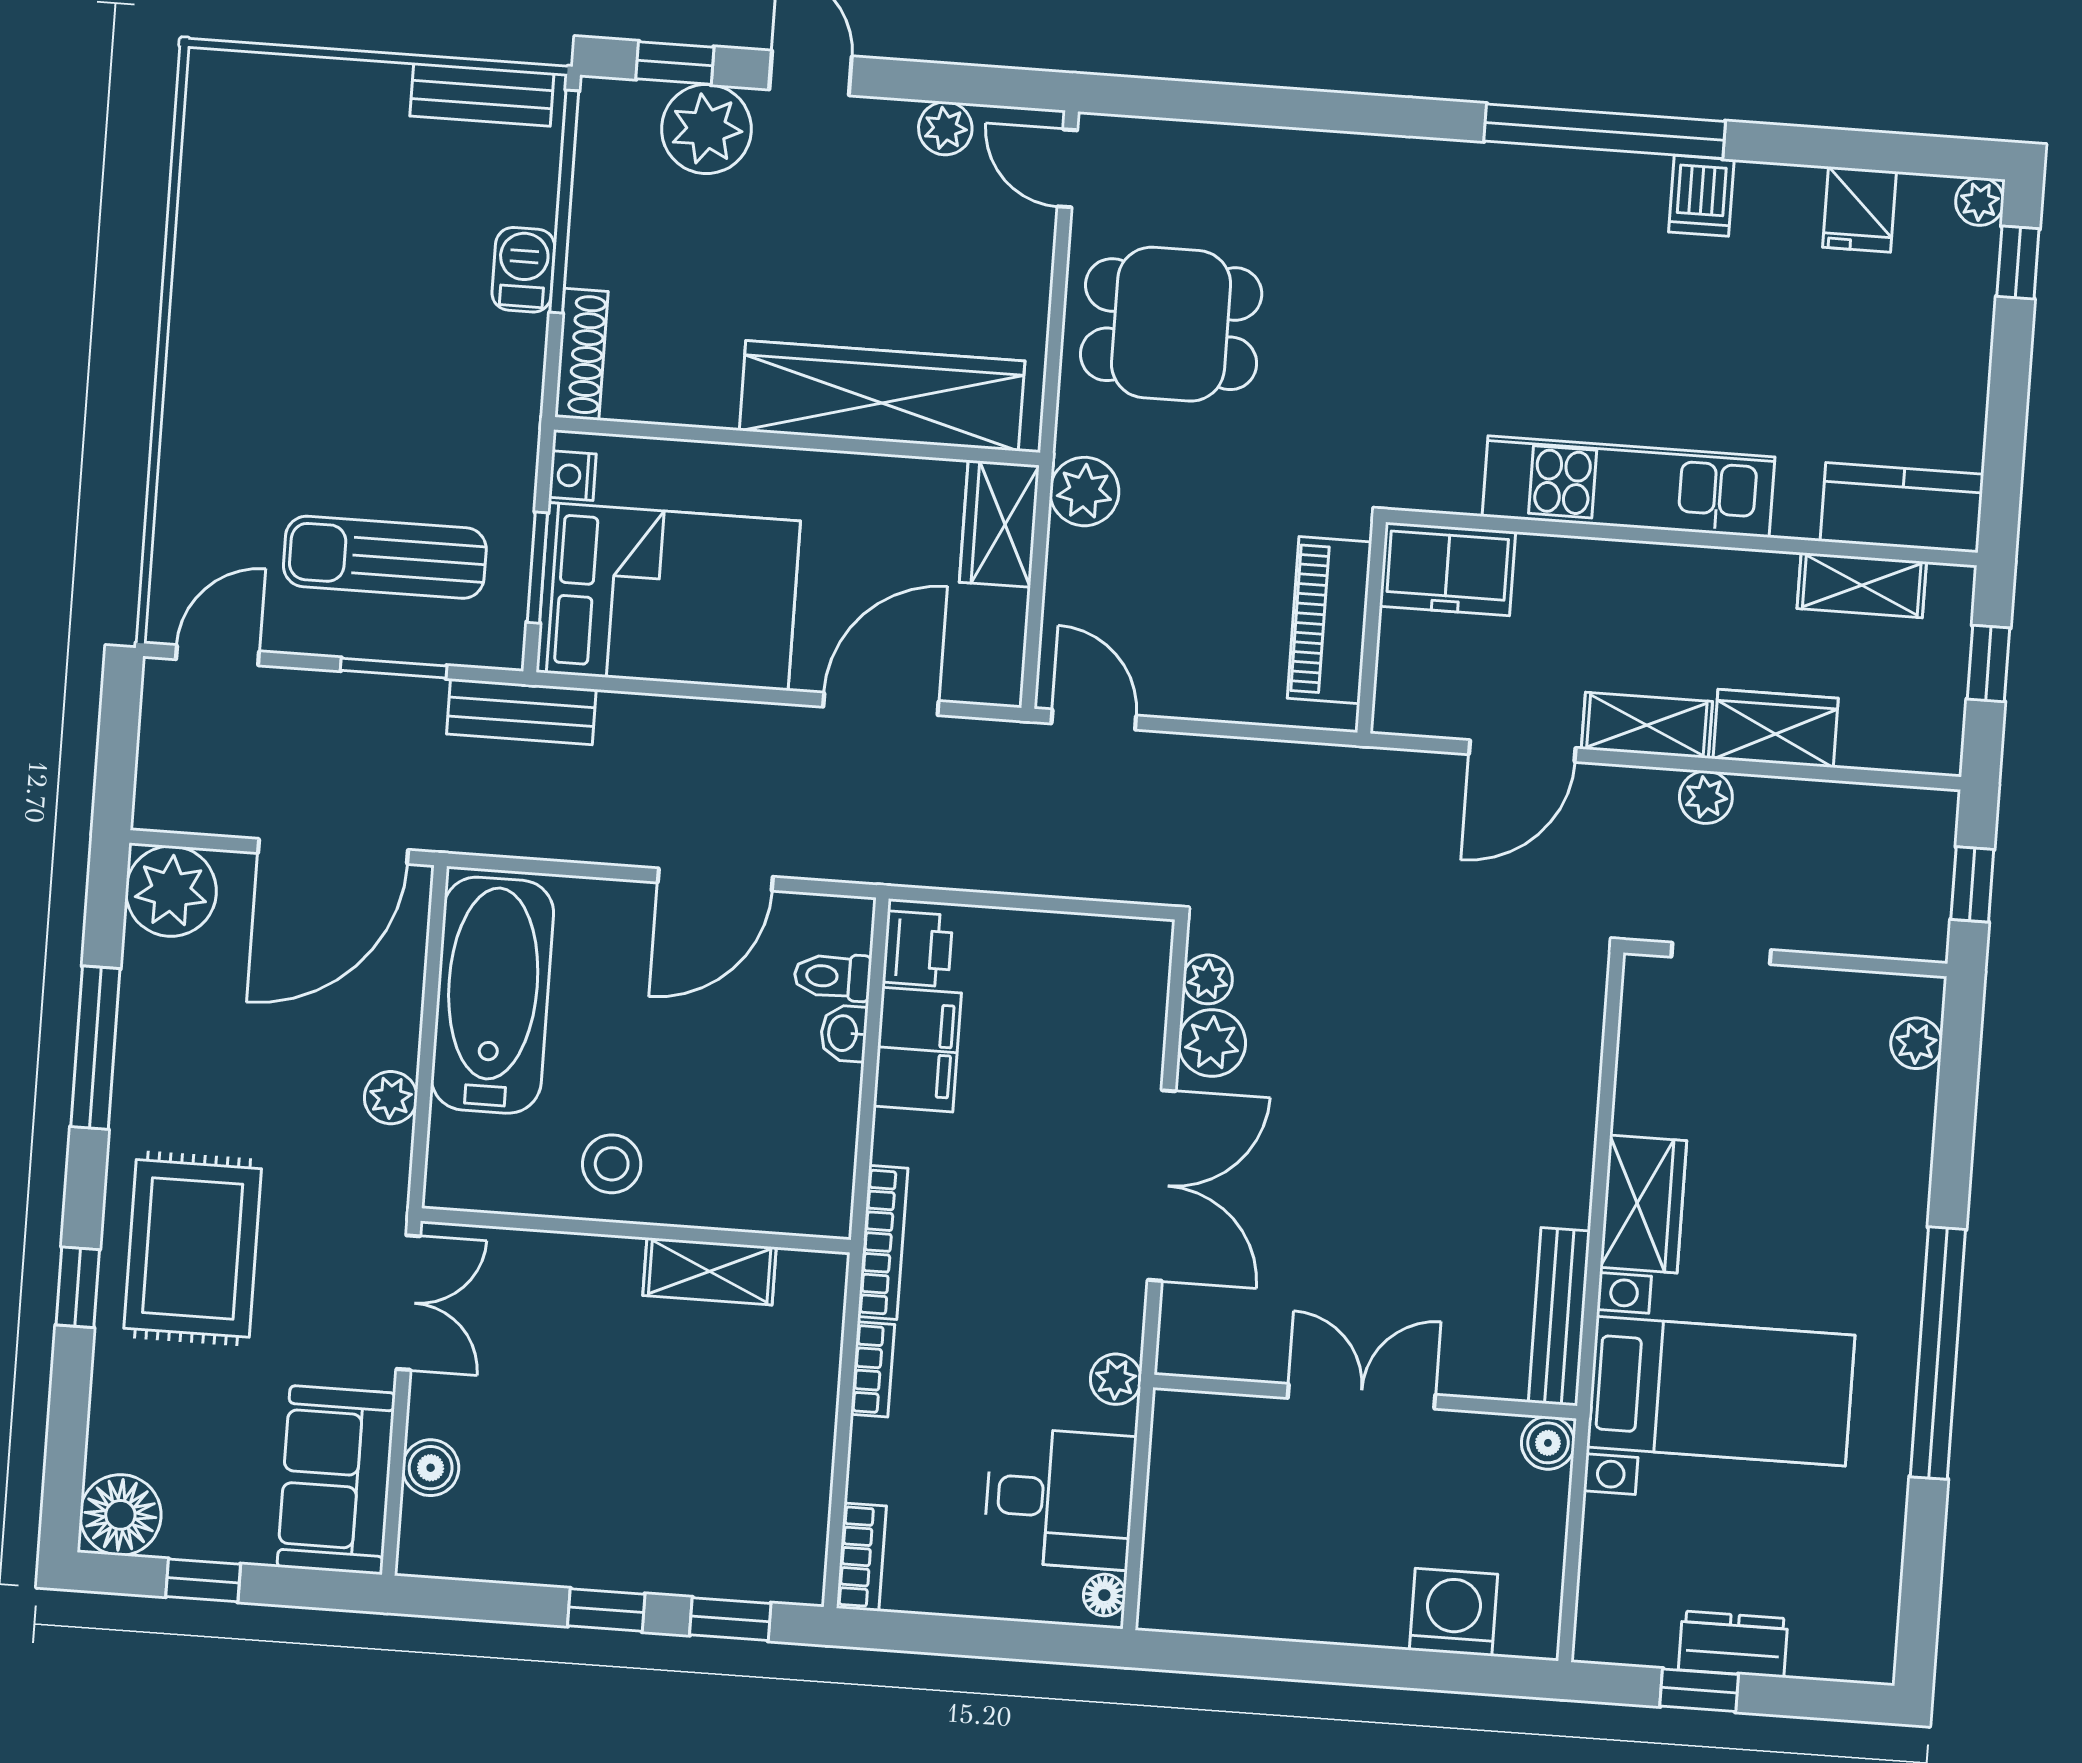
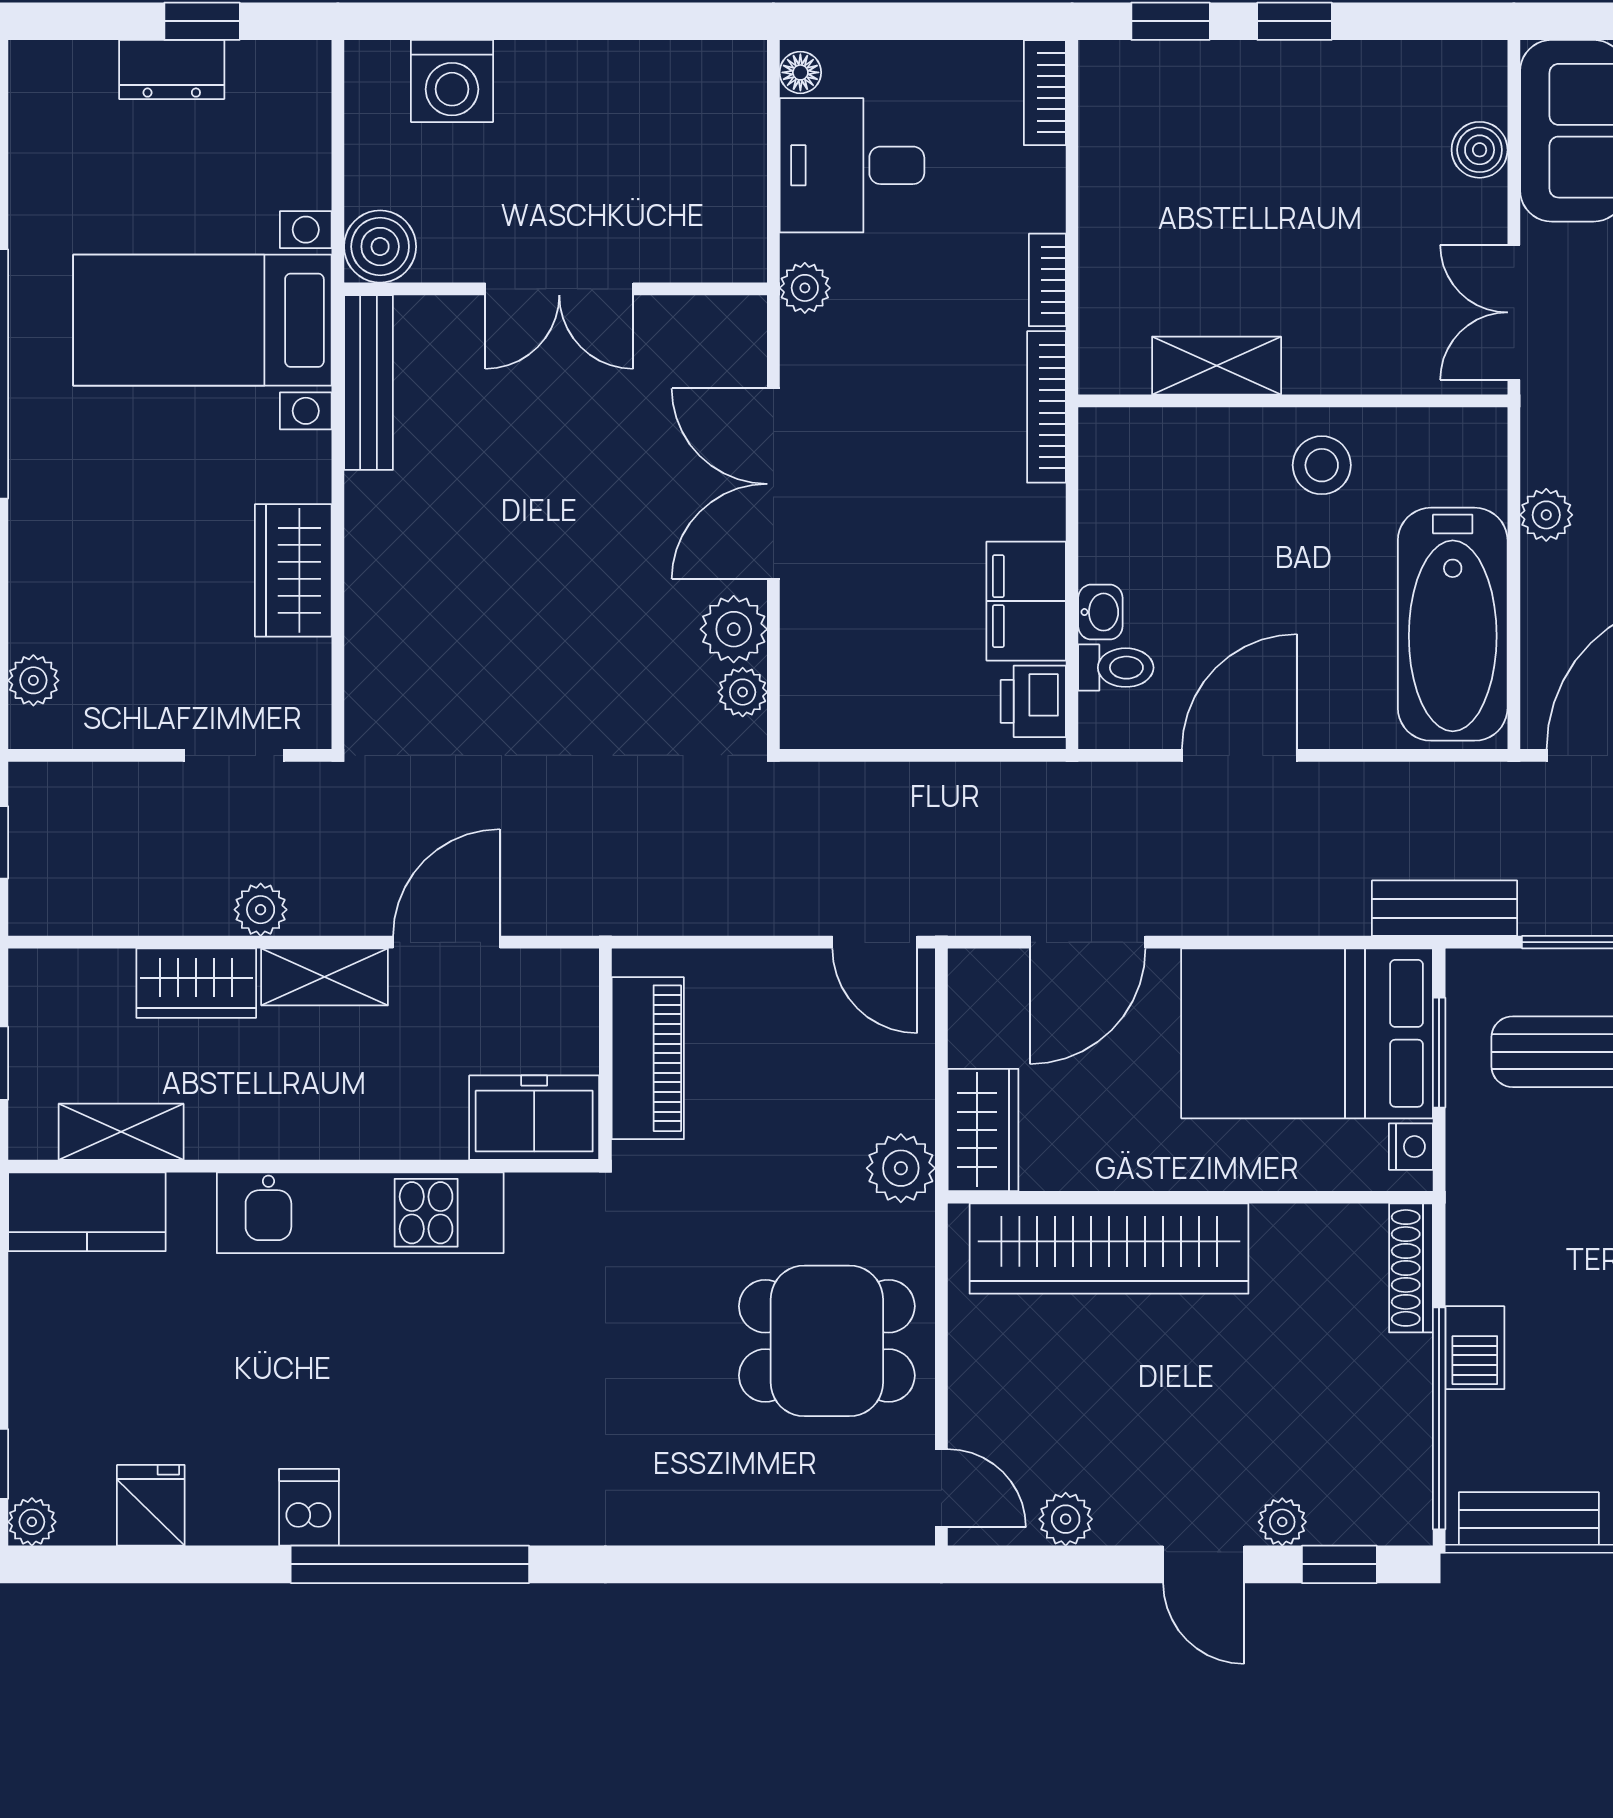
plant: (706, 129) -> (1282, 1522), width x0.53, depth x0.53
wardrobe: (1643, 1204) -> (293, 570), moved
boiler: (1548, 1443) -> (380, 247), width x1.36, depth x1.36

